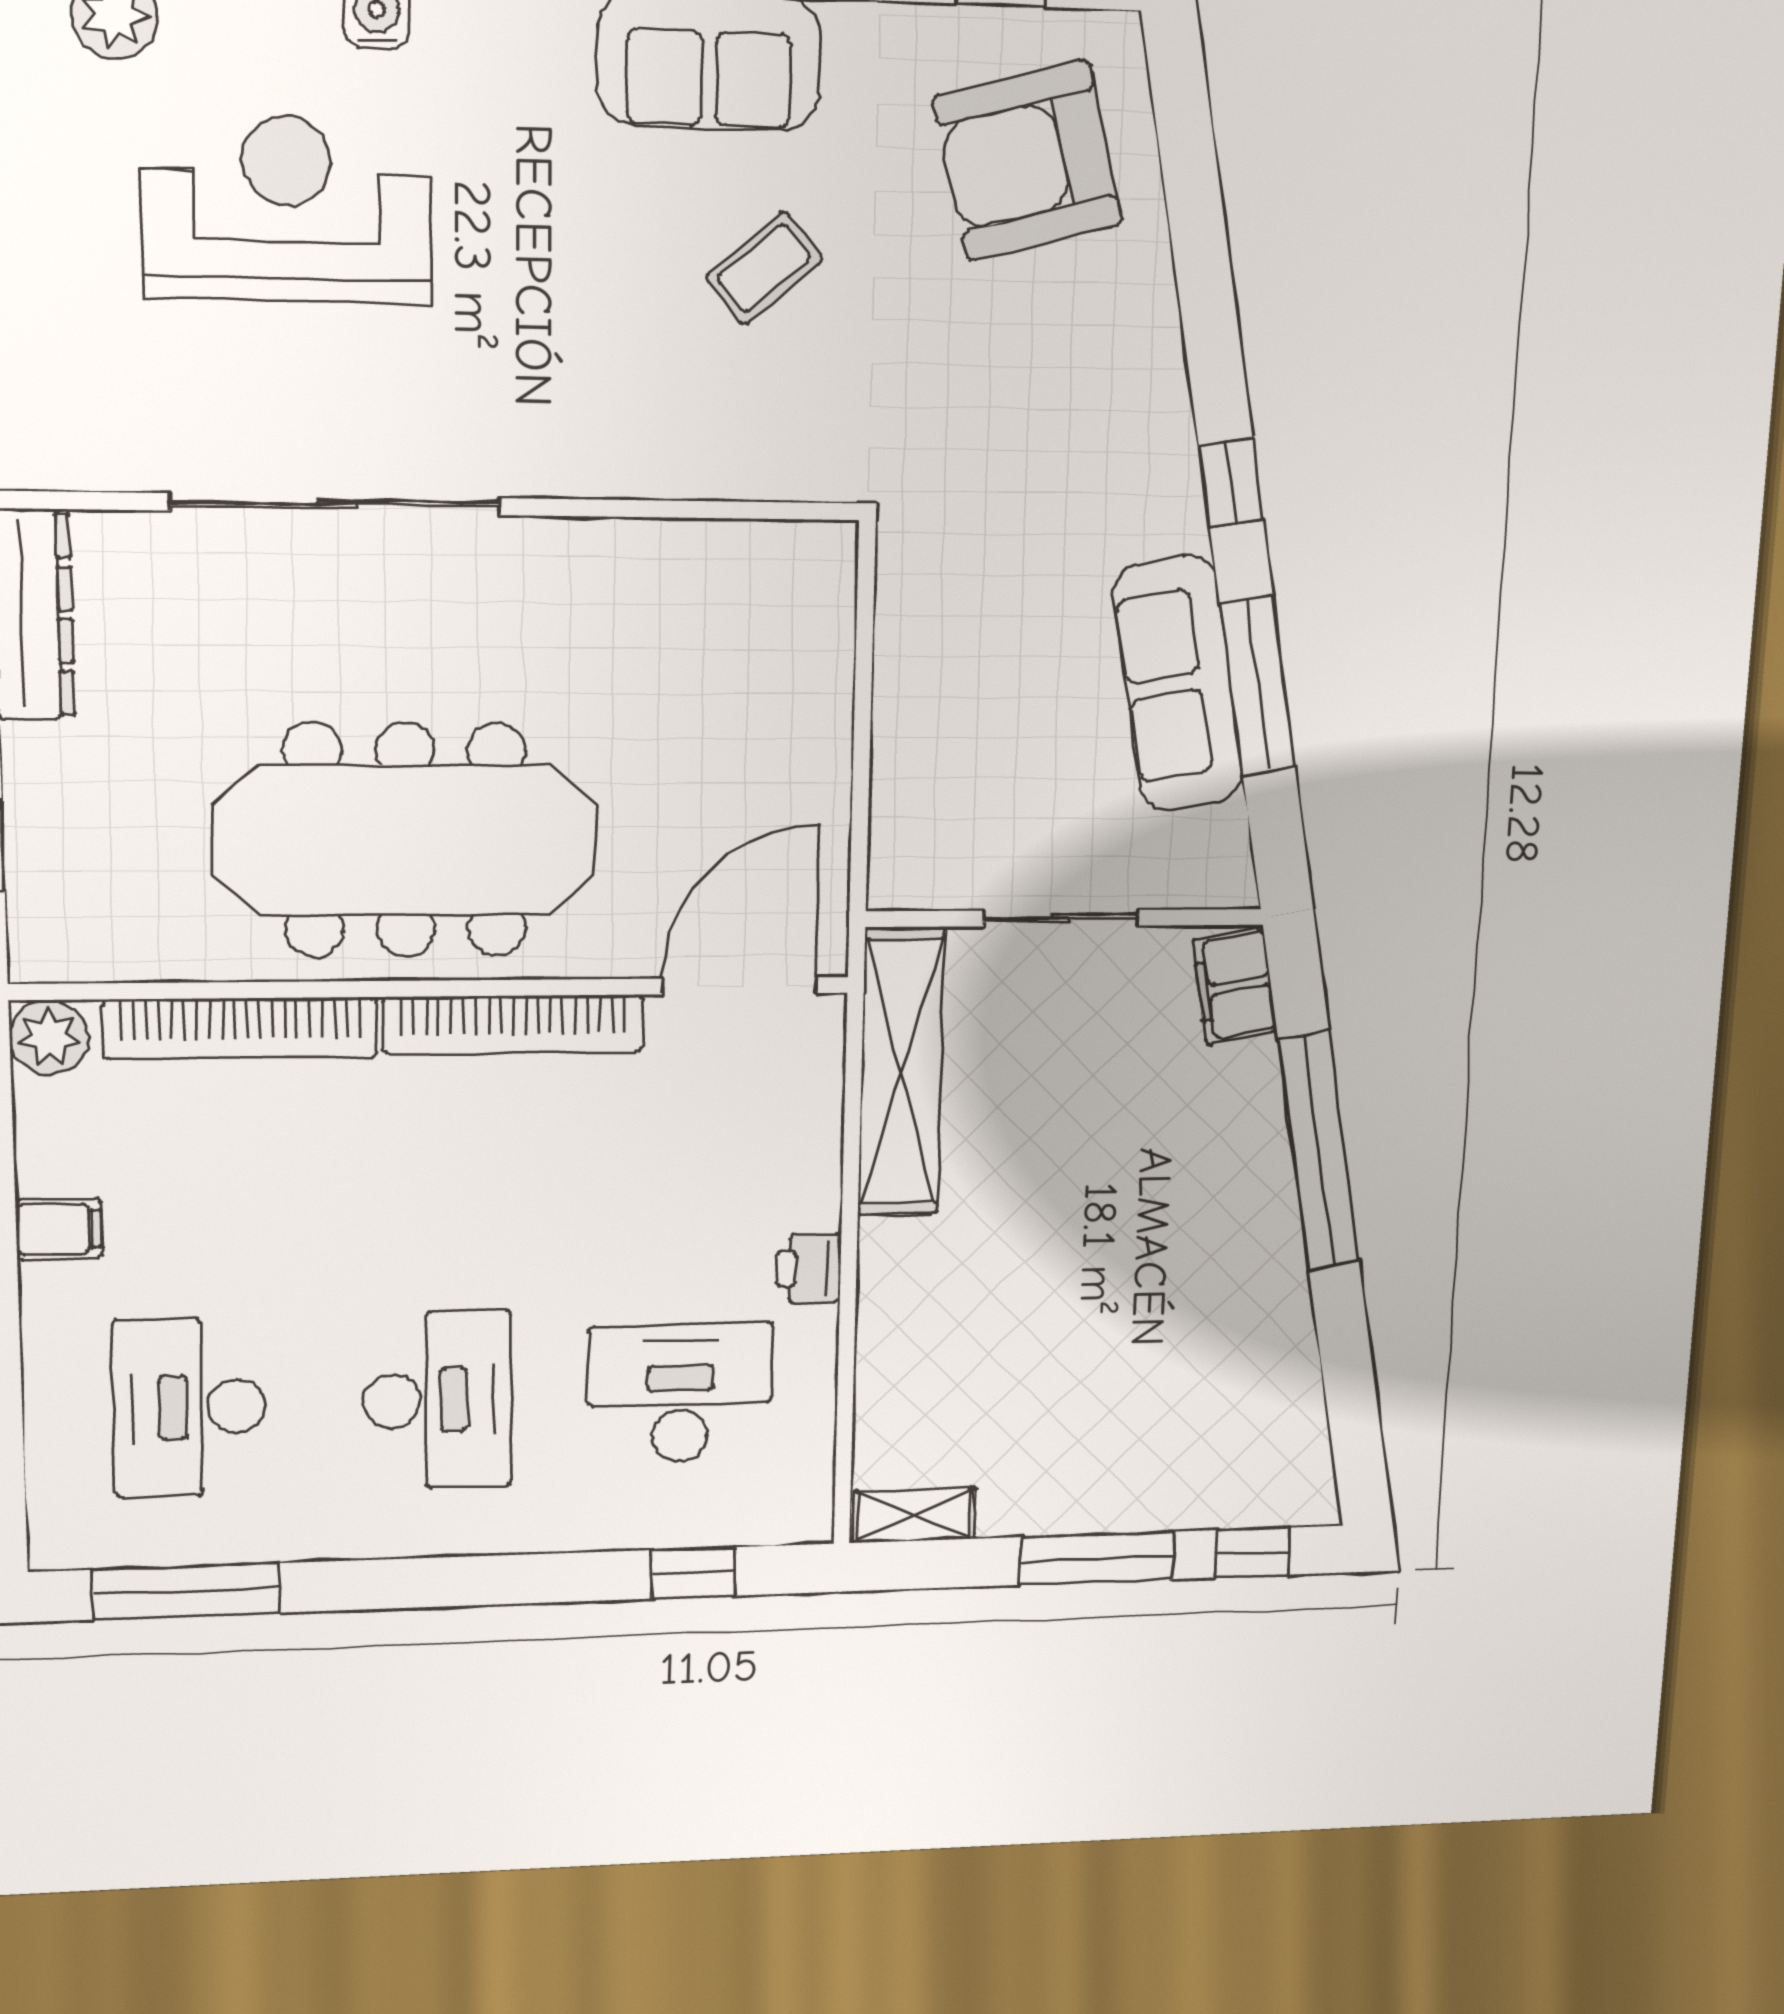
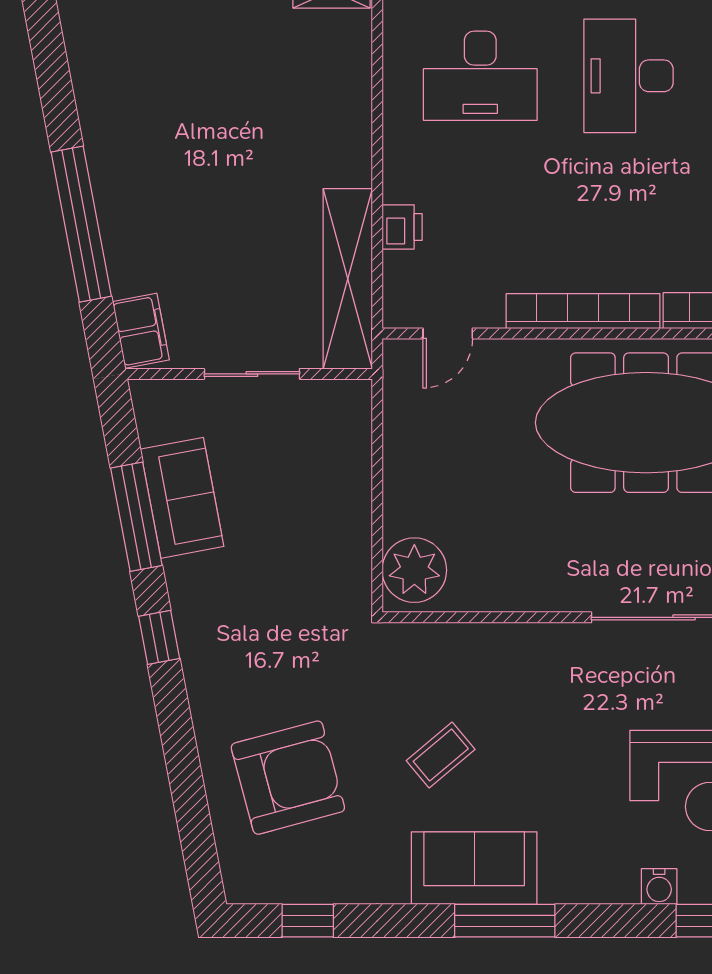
armchair: (1028, 161) -> (288, 778), moved
plant: (803, 592) -> (414, 570), added
sofa: (1178, 684) -> (182, 498), width x0.73
door: (740, 986) -> (448, 333), width x0.53
printer: (808, 1268) -> (402, 227), moved

